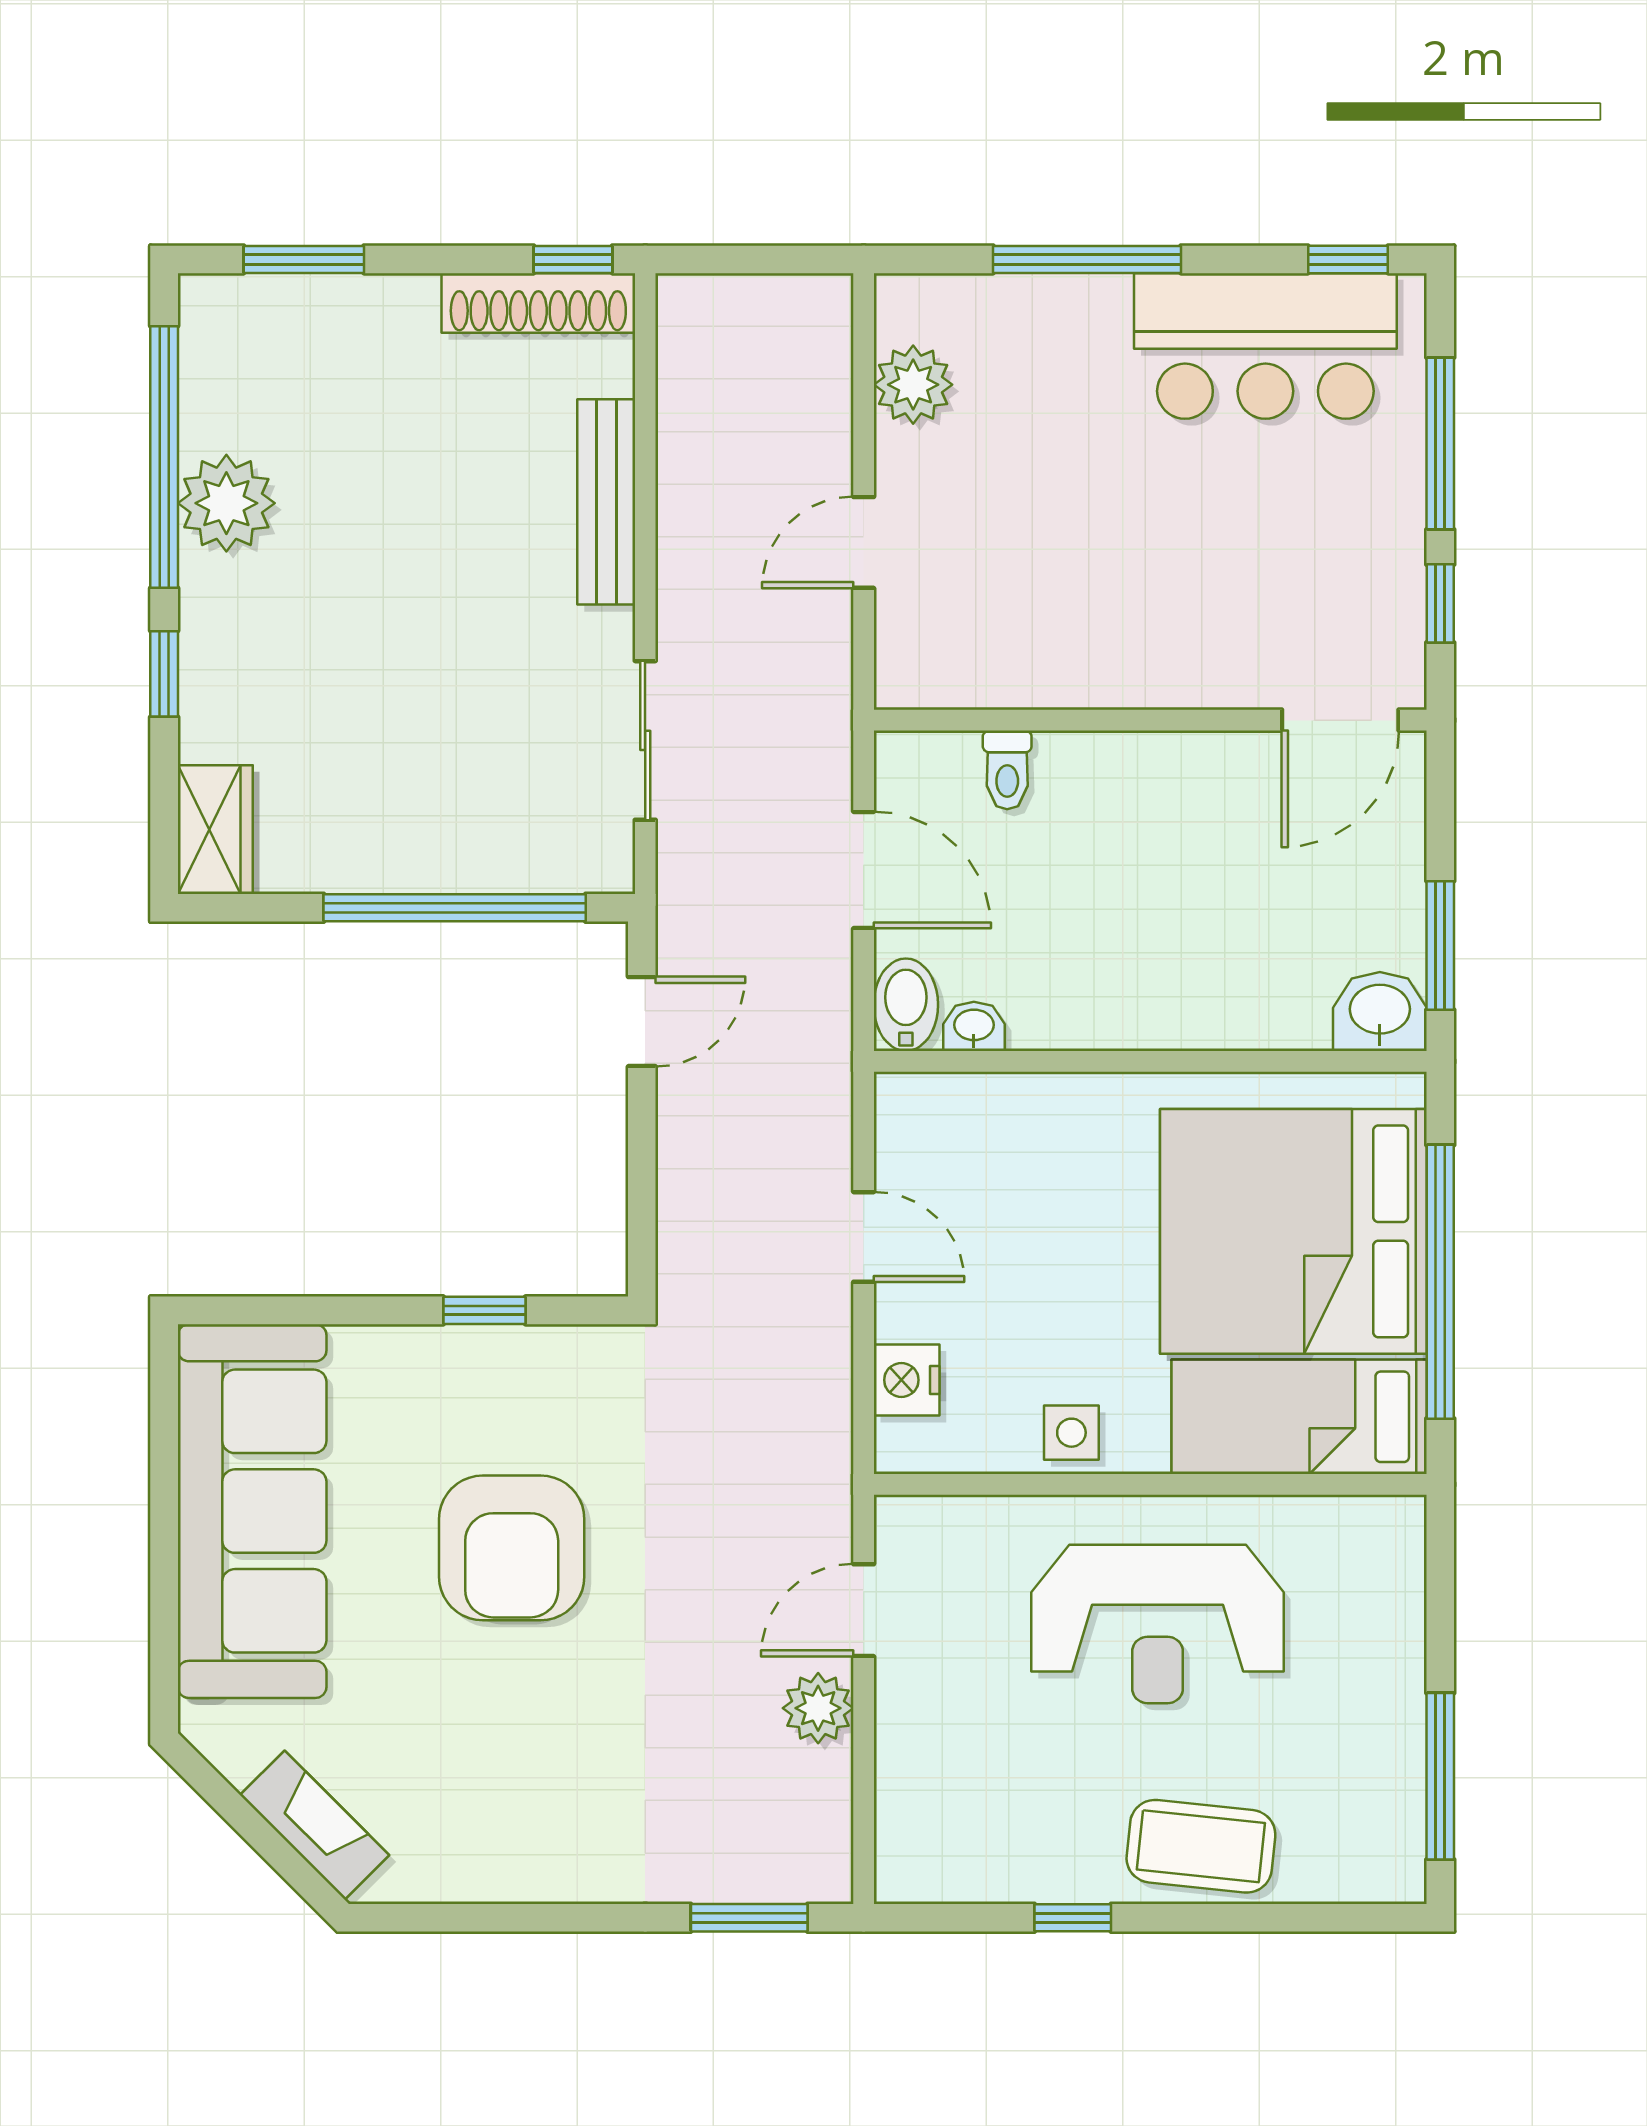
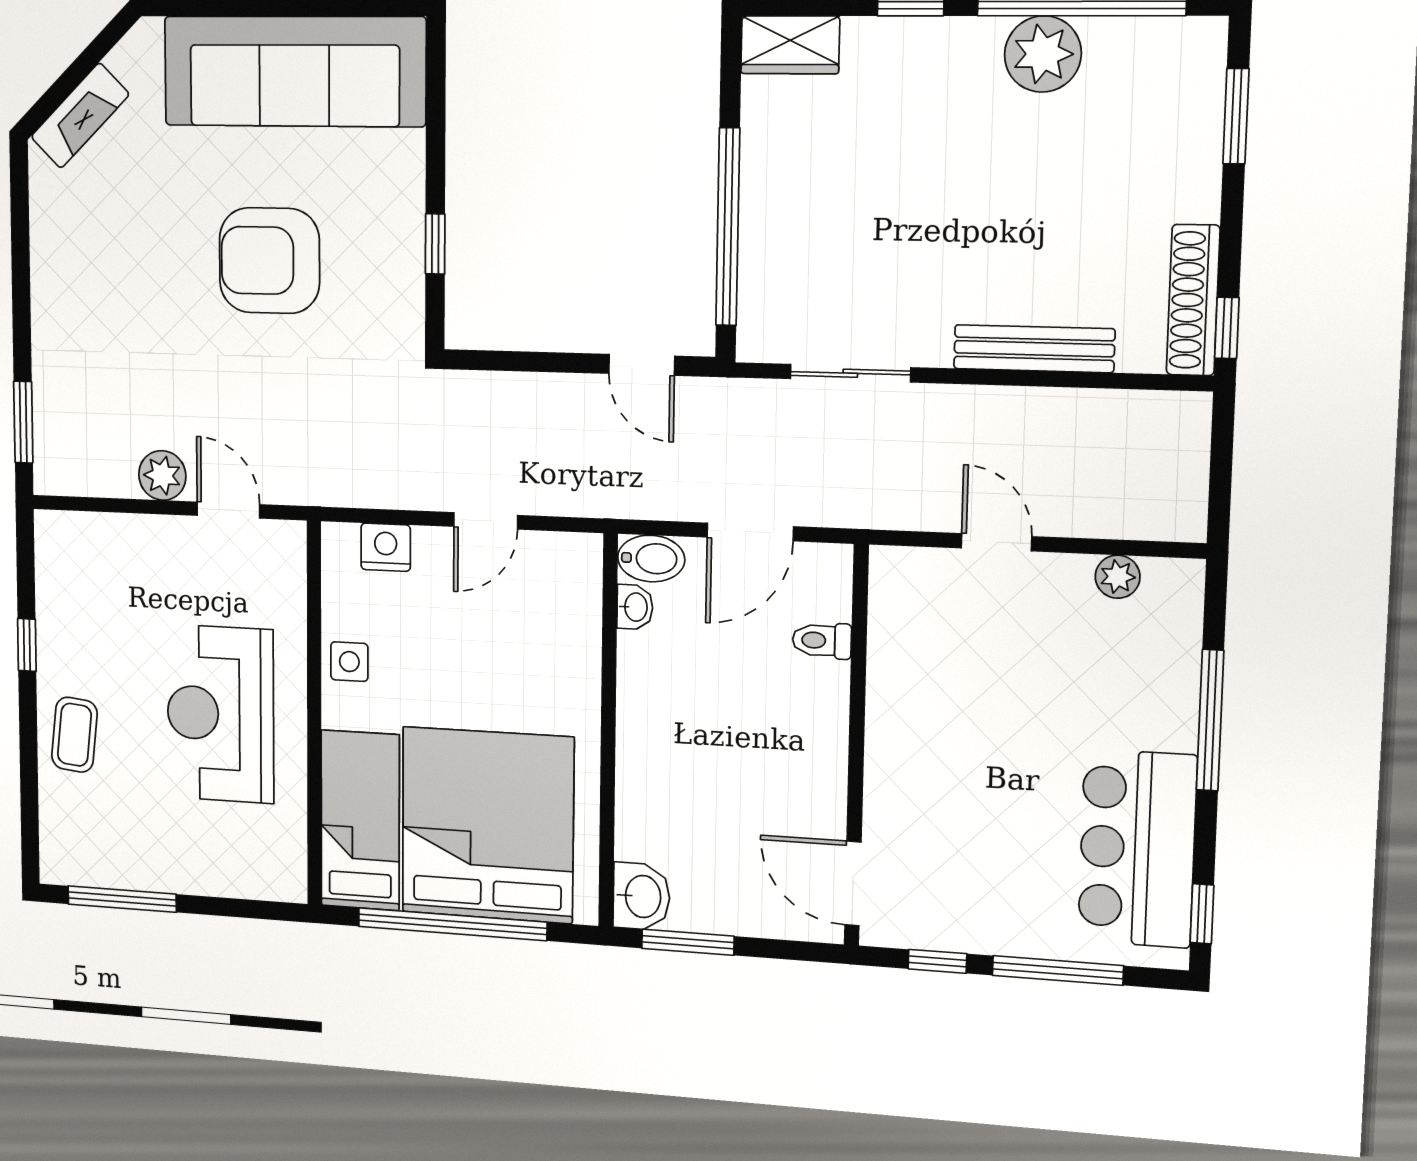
plant: (913, 385) -> (1118, 577), width x0.73, depth x0.73
coffee table: (1201, 1846) -> (74, 735), width x0.73, depth x0.77

